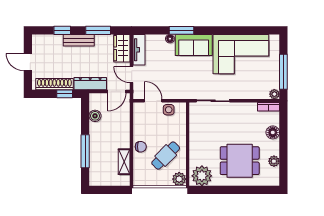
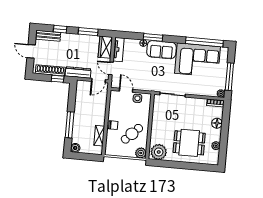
window: (247, 30) -> (204, 42), added
bench: (79, 40) -> (48, 36), moved
boiler: (95, 116) -> (75, 148), moved

